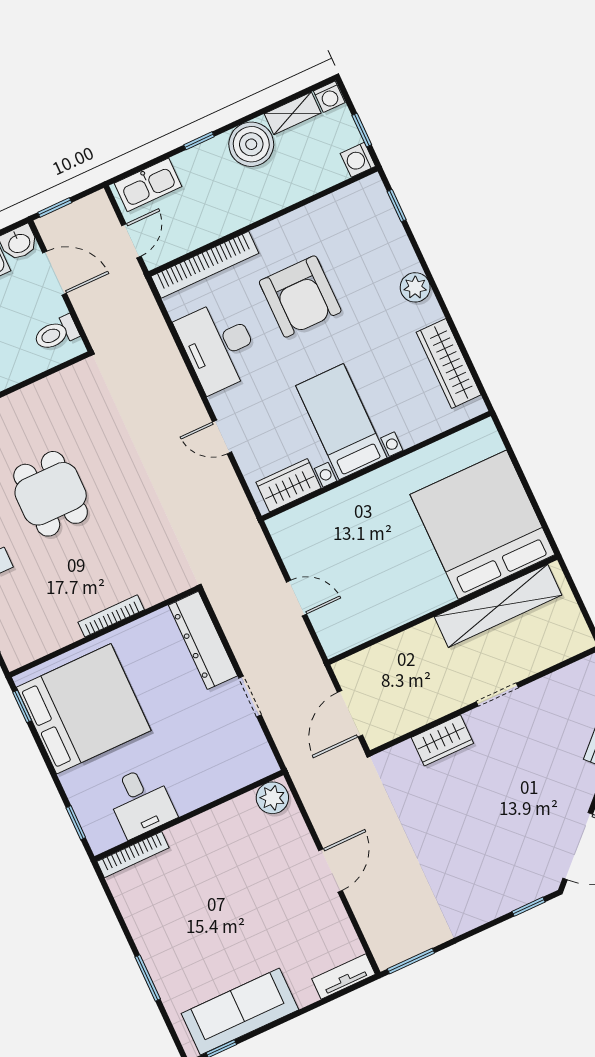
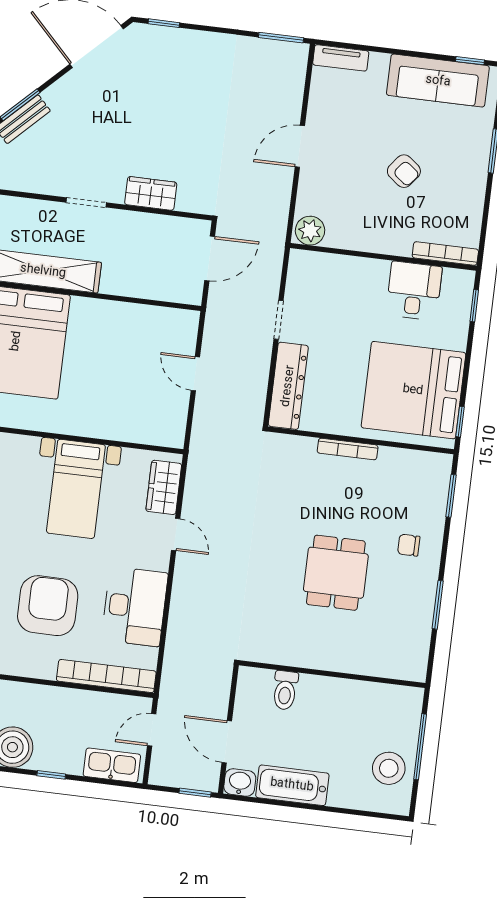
toilet: (56, 333) -> (285, 690), moved, turned 90
wardrobe: (289, 485) -> (164, 487), moved, turned 90
armchair: (219, 907) -> (404, 171), added

